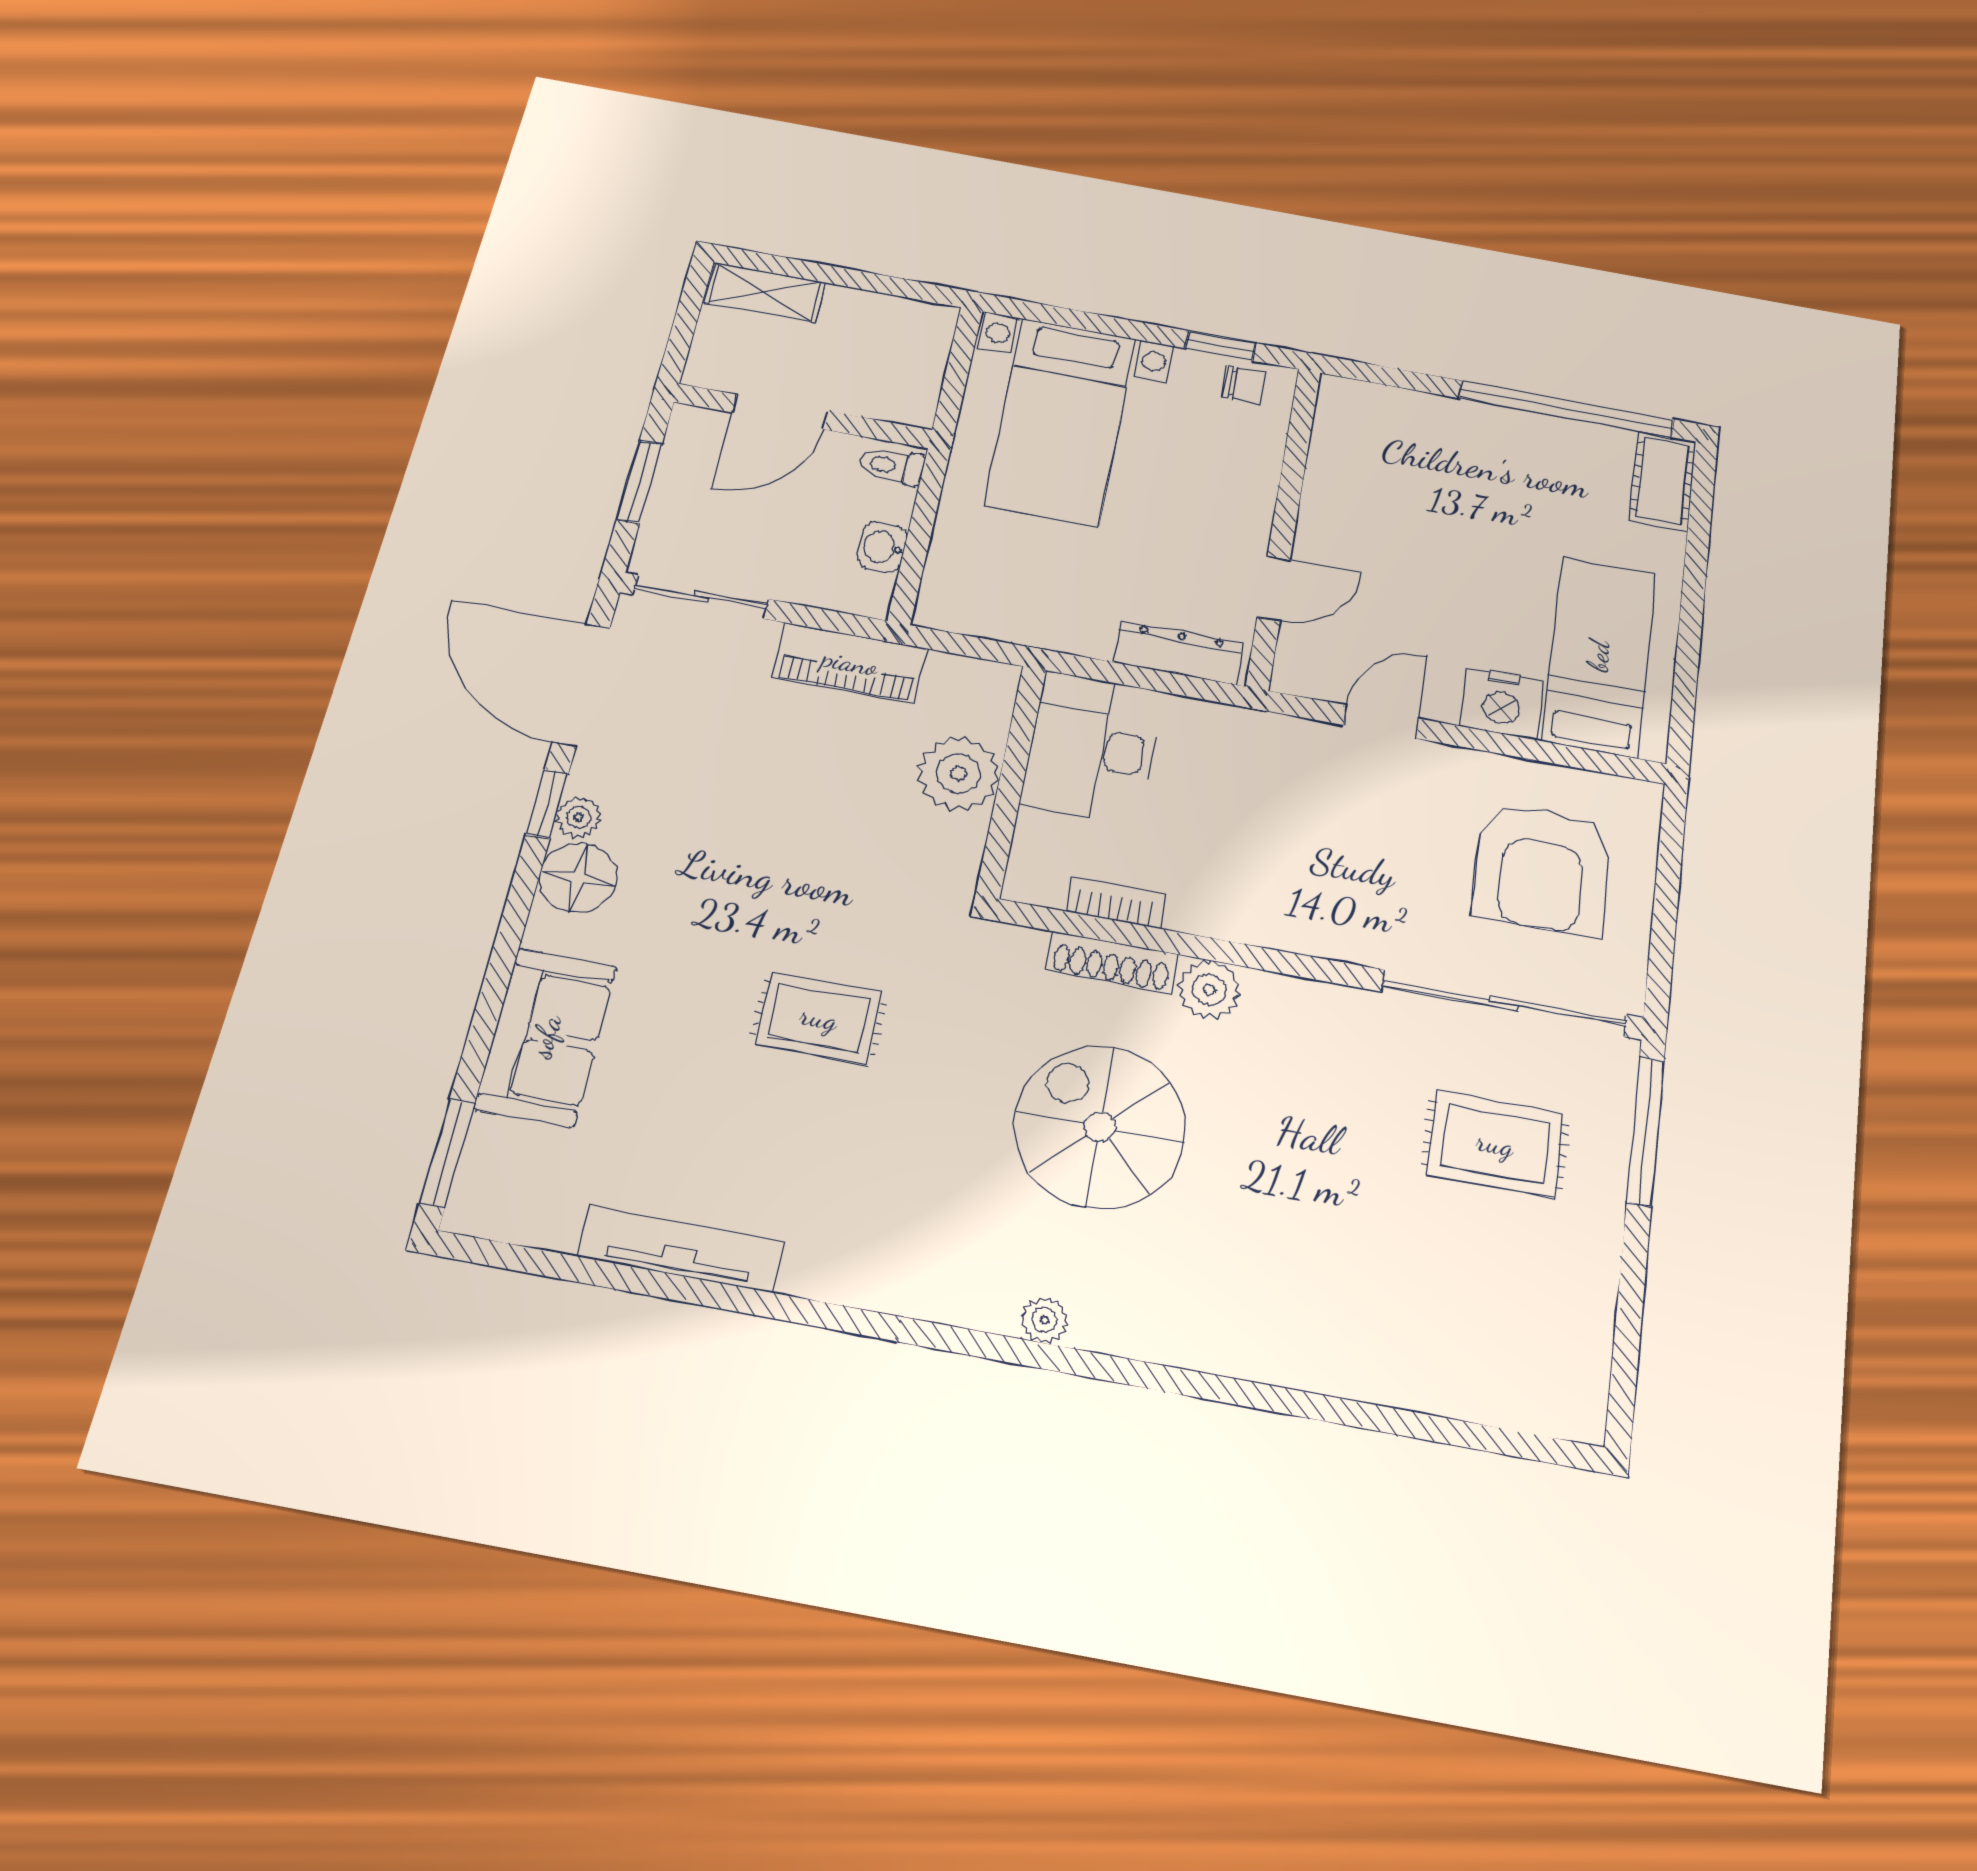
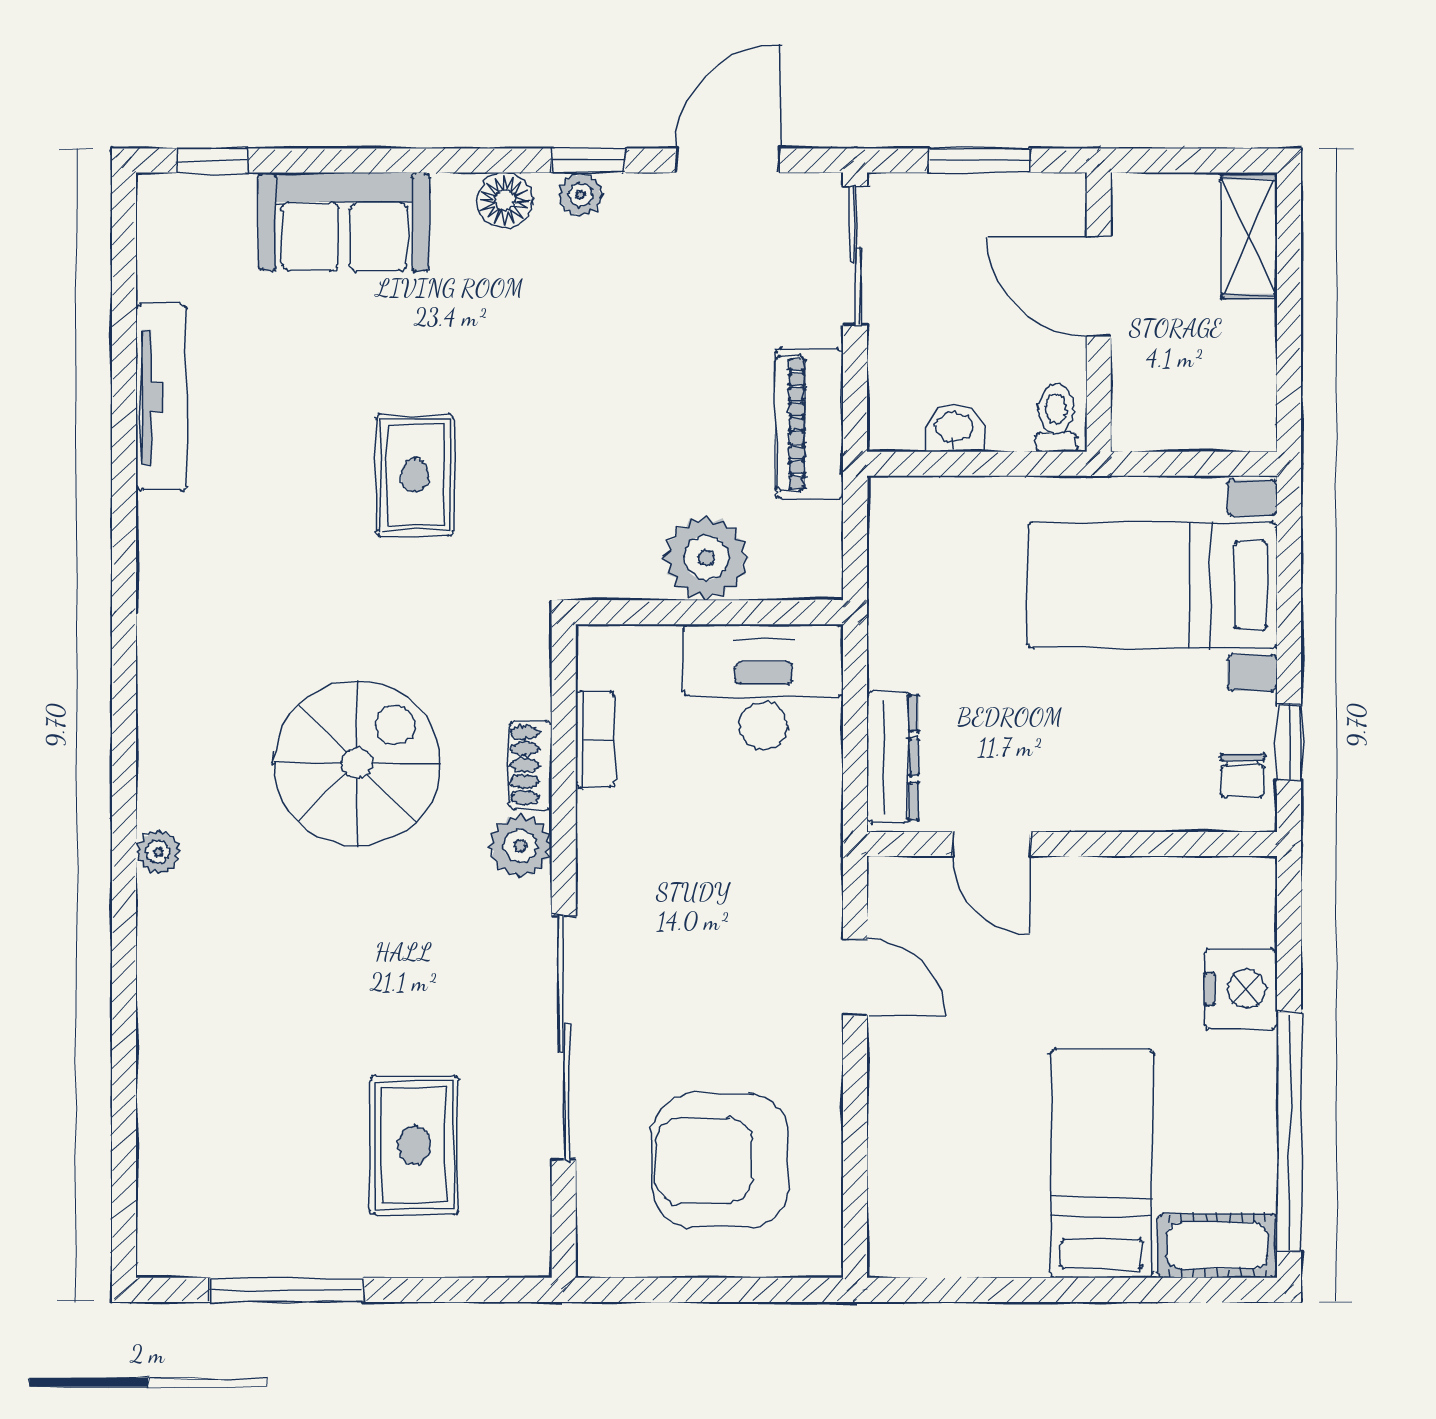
bed: (1599, 656) -> (1102, 1163), moved, turned -90
door: (581, 685) -> (728, 161), width x0.73
nightstand: (1502, 703) -> (1241, 989), moved, turned 180
floor lamp: (578, 878) -> (505, 200), width x0.73, depth x0.73
shoe rack: (1112, 962) -> (530, 765), width x0.70
sliding door: (1504, 1003) -> (564, 1038), moved
window: (1646, 1131) -> (287, 1290), moved
window: (447, 1152) -> (212, 161), width x0.67
plant: (1045, 1320) -> (158, 852), moved

